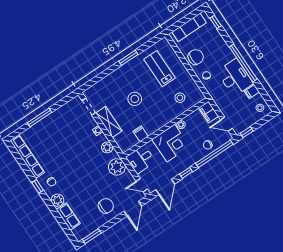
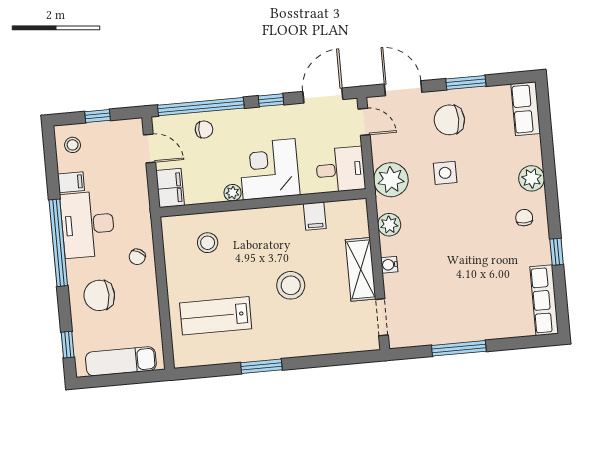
chair: (196, 57) -> (99, 295), moved
lab bench: (160, 69) -> (216, 316), turned 90
window: (40, 118) -> (459, 348), moved
window: (247, 132) -> (98, 116), moved
row of seats: (27, 157) -> (544, 300), width x0.73
side table: (95, 182) -> (445, 173), added
window: (38, 186) -> (557, 252), moved
door: (133, 209) -> (403, 88), hinge flipped
row of seats: (68, 217) -> (526, 109), moved
window: (92, 236) -> (466, 82), moved

